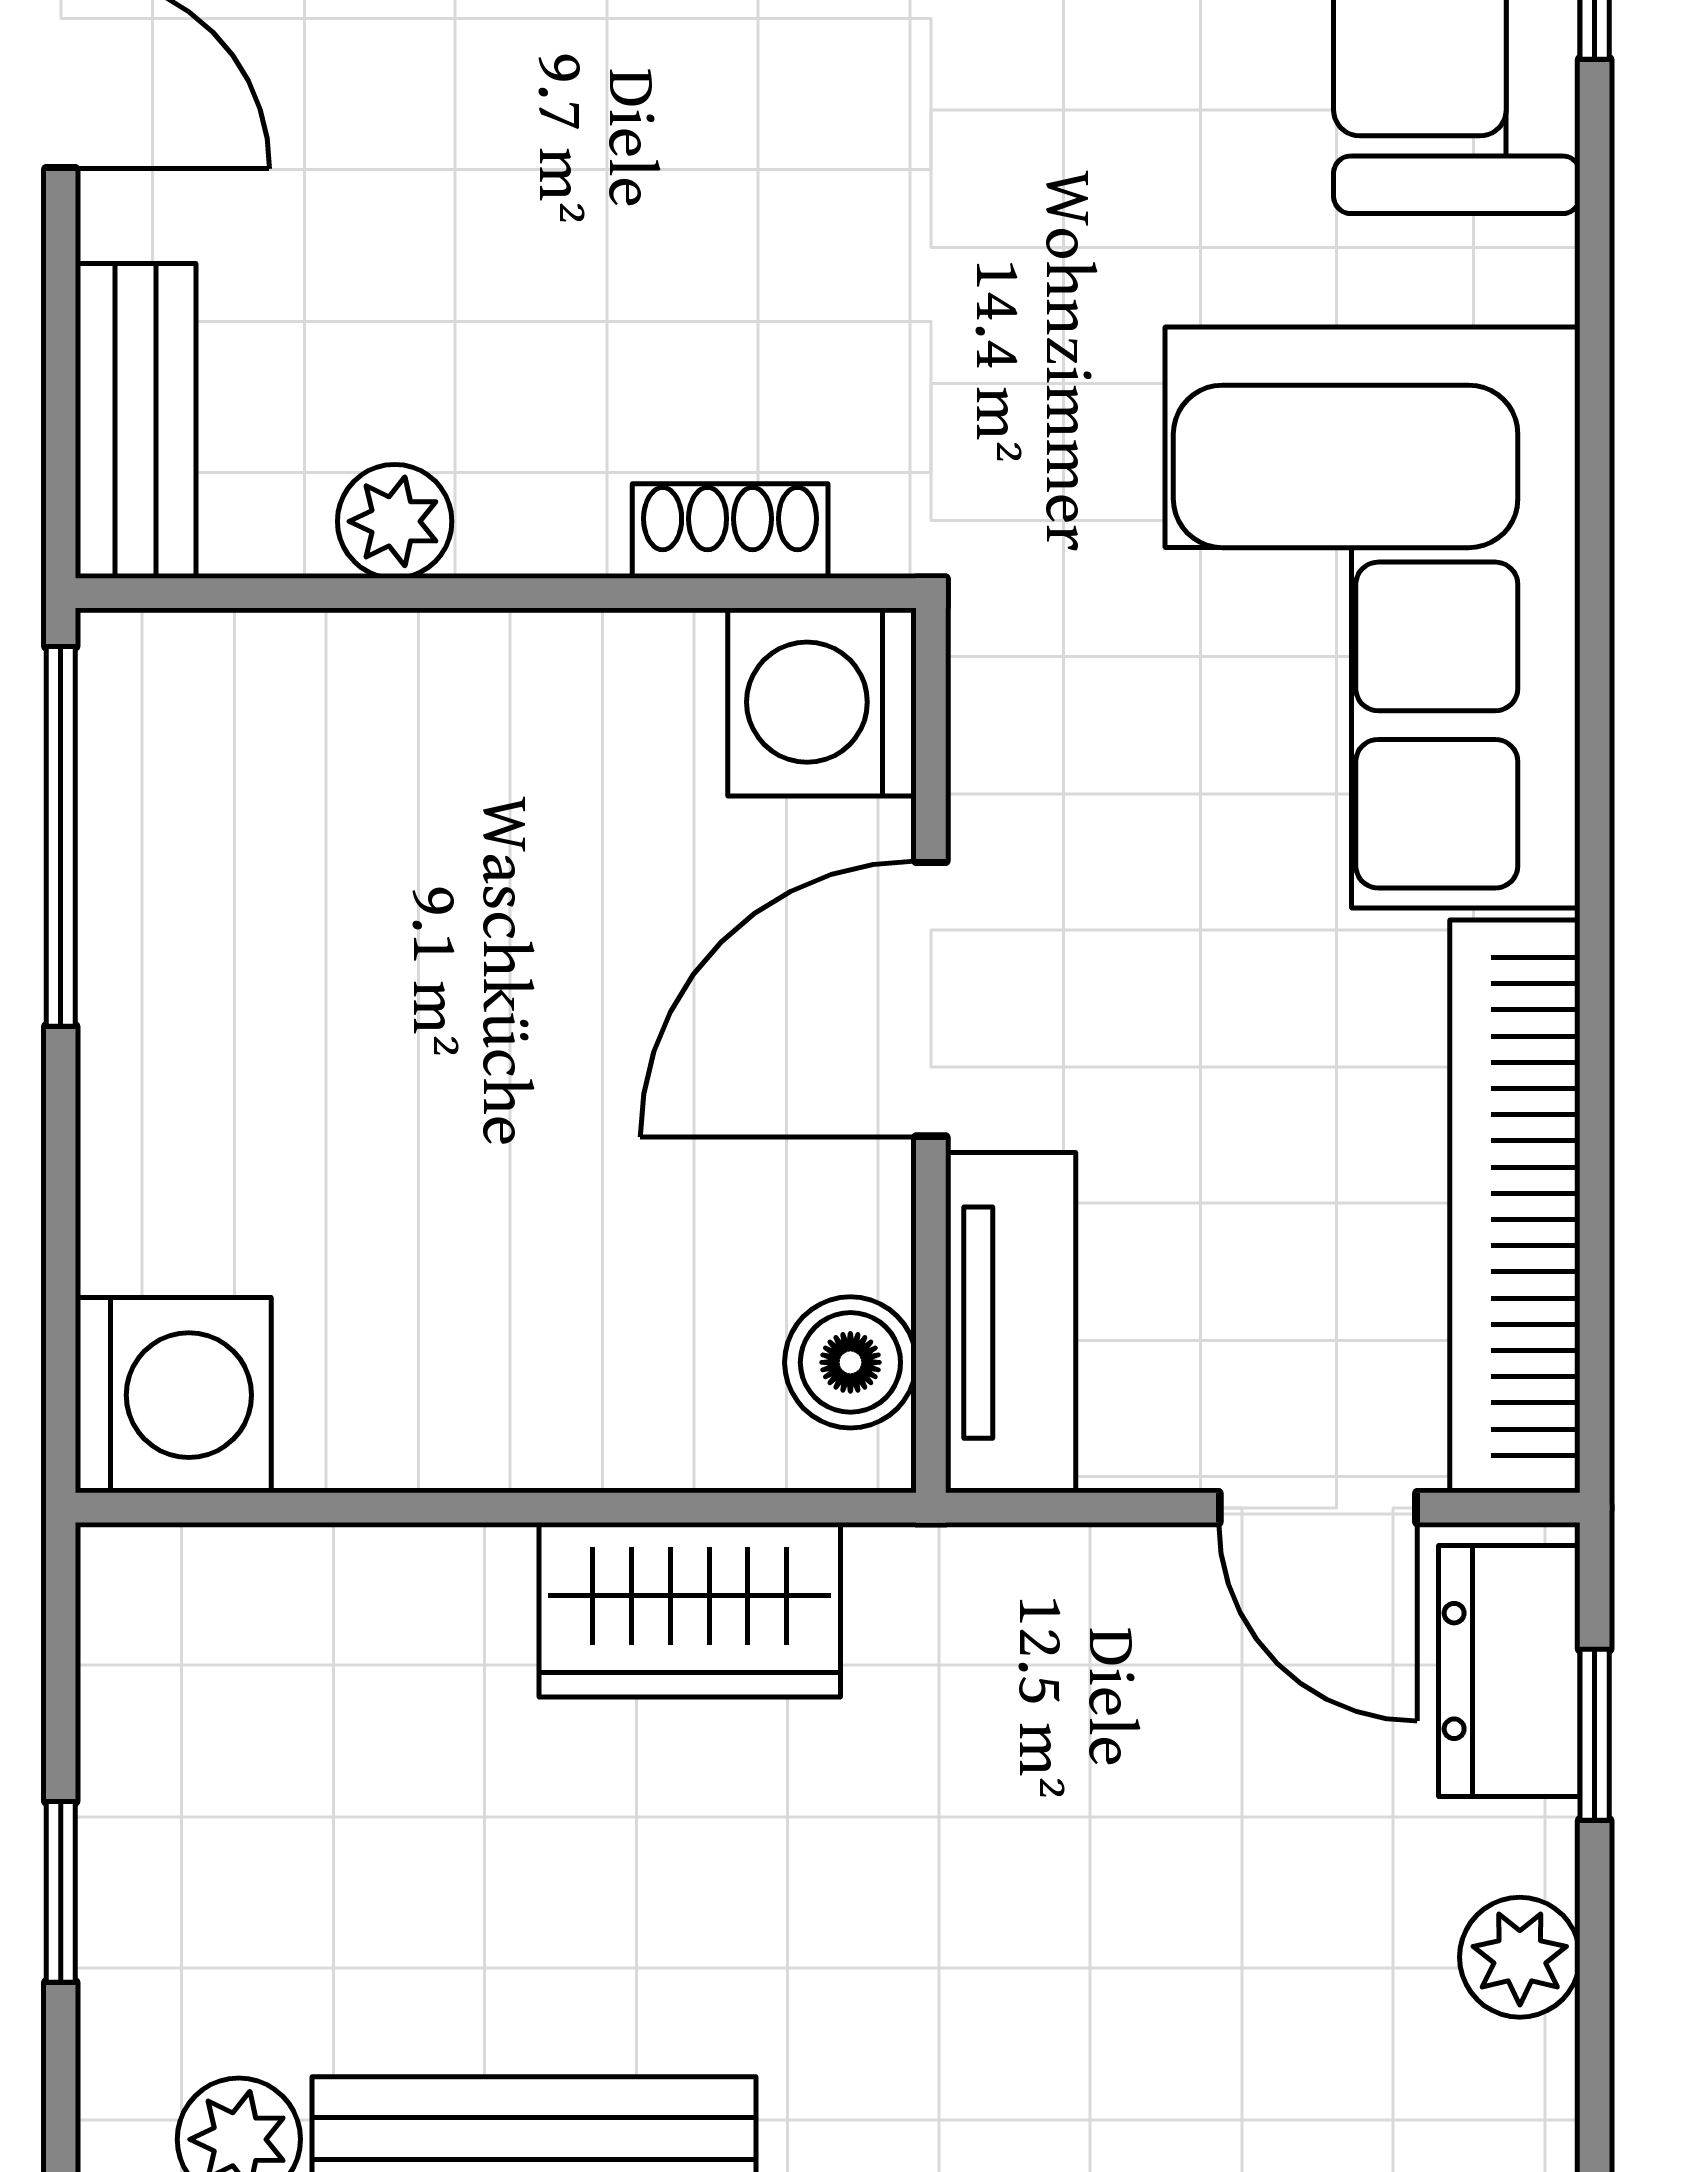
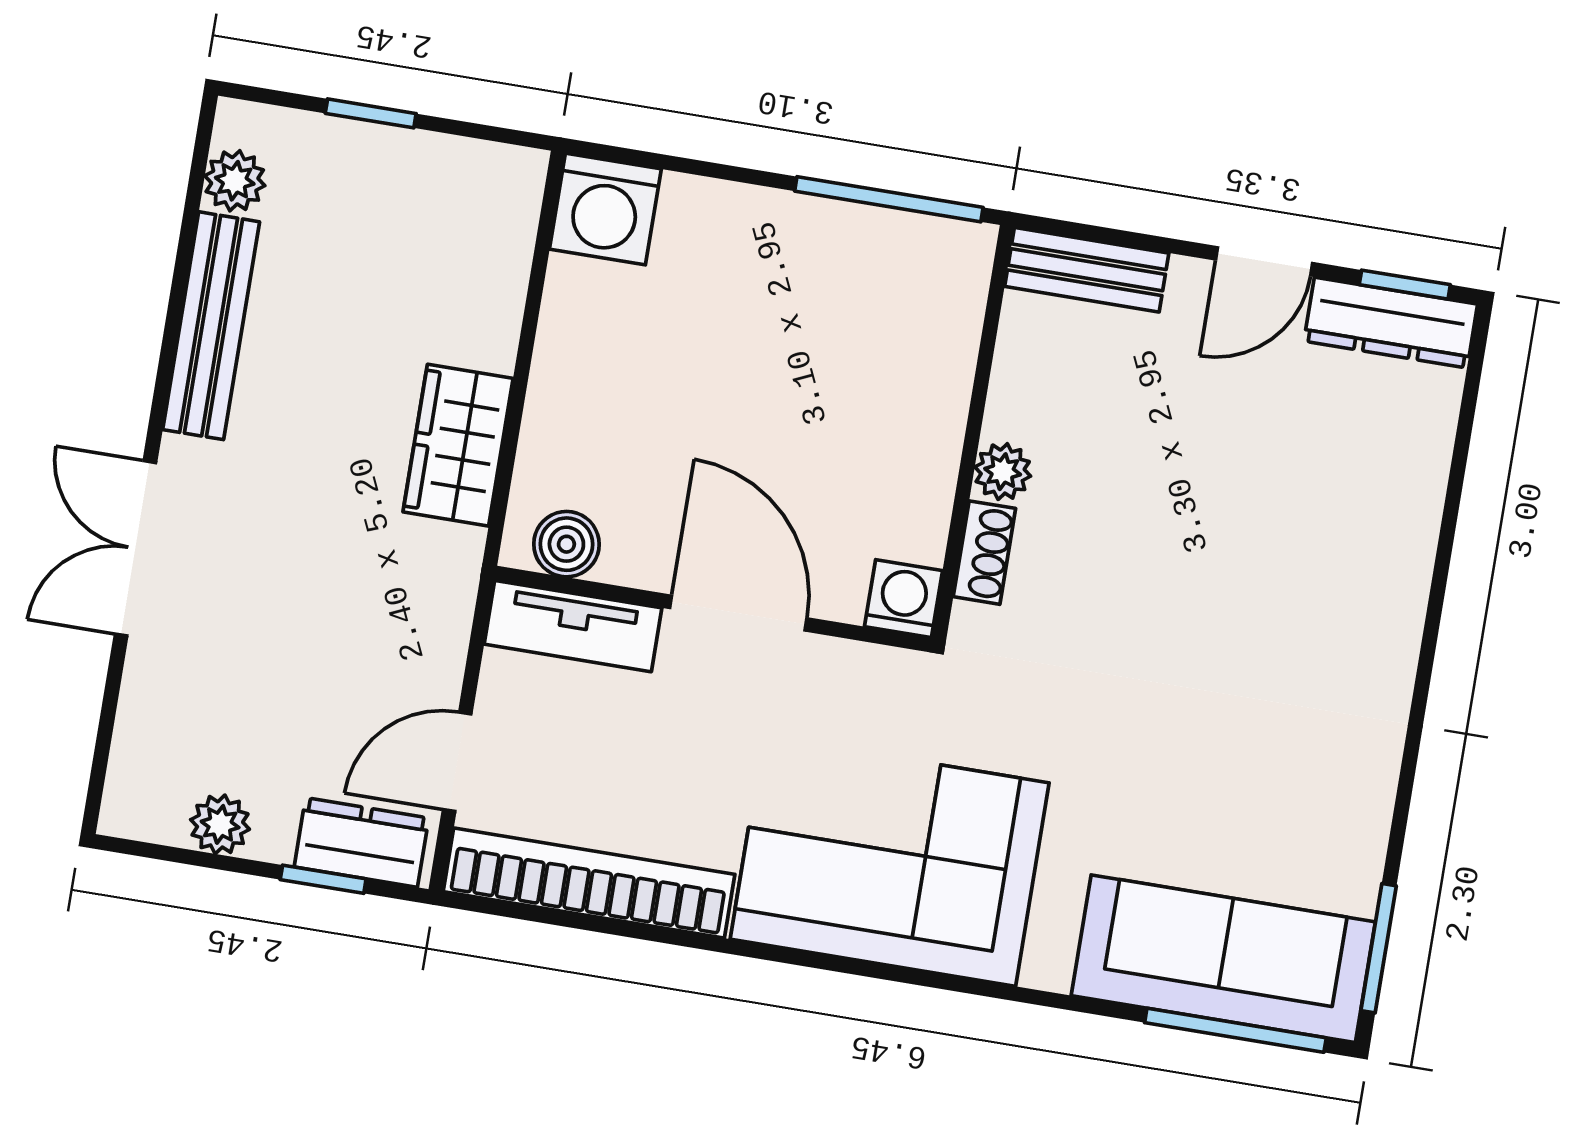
plant: (395, 521) -> (1003, 472), moved
washing machine: (822, 702) -> (904, 599), width x0.73, depth x0.73

